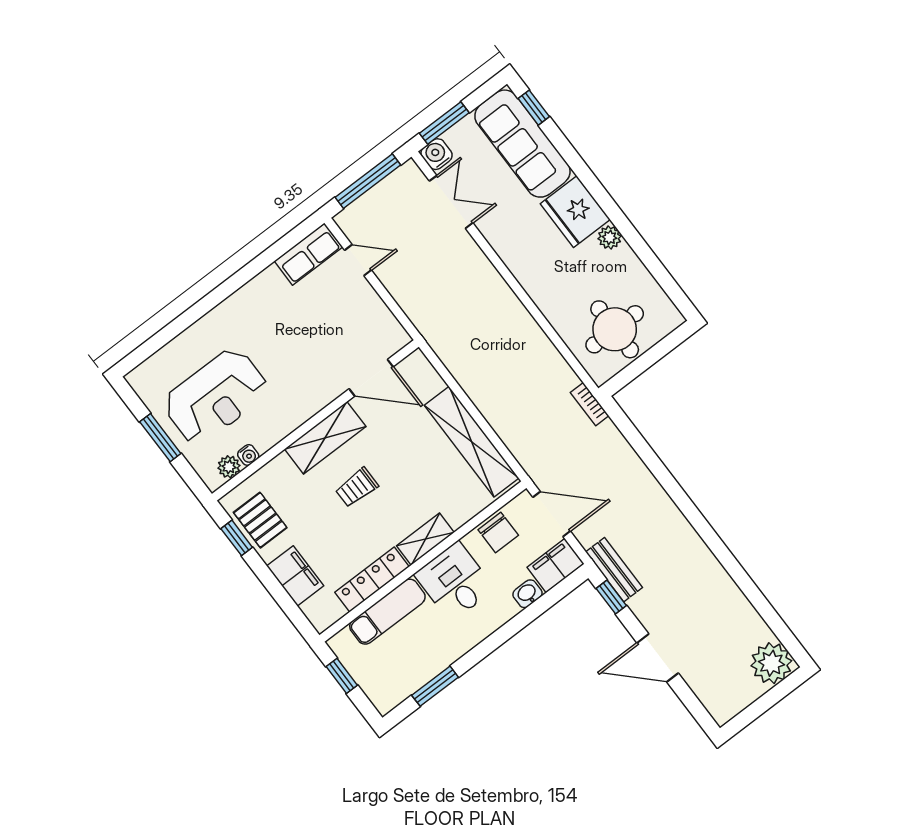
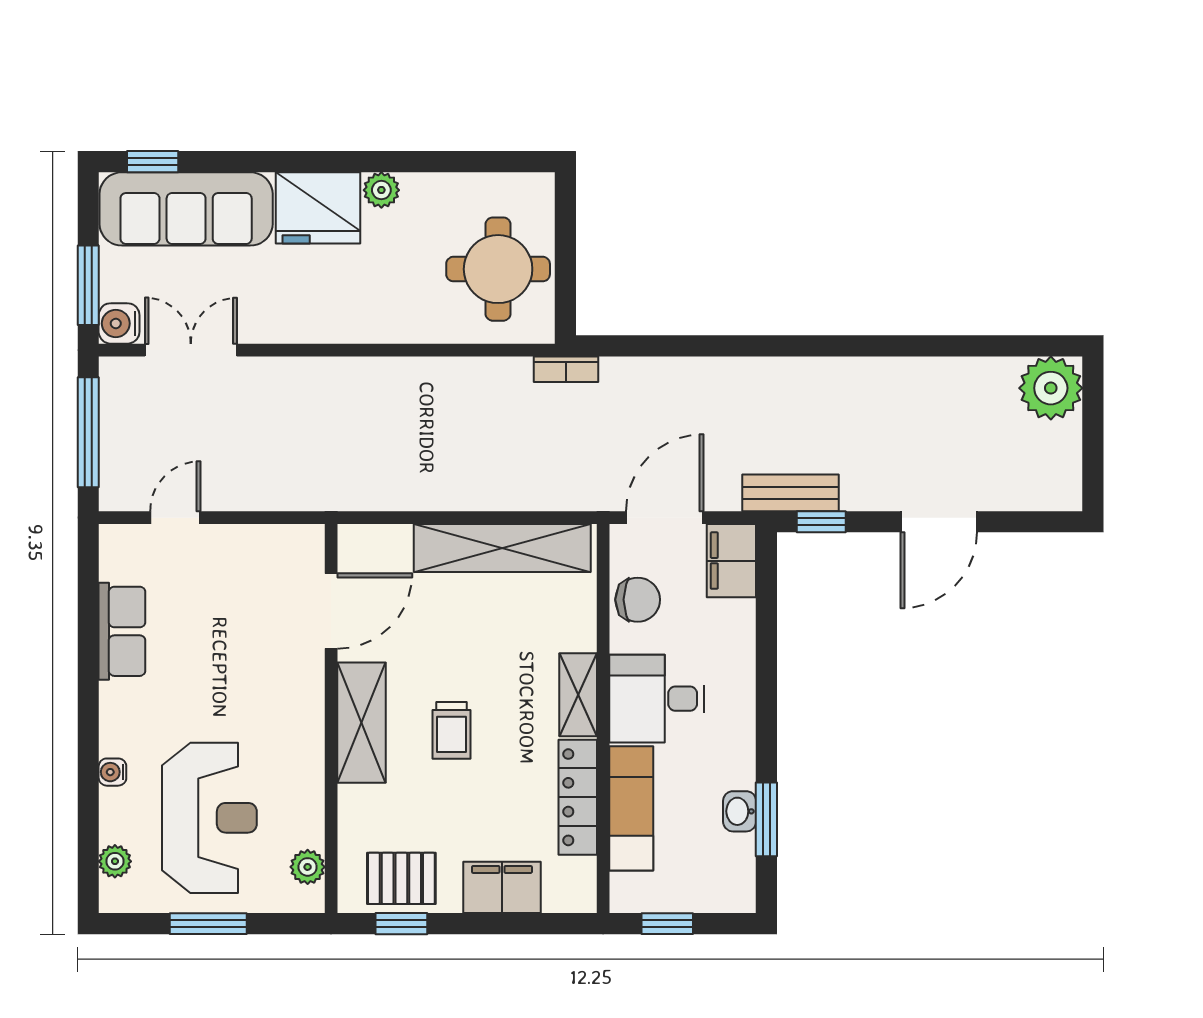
row of seats: (308, 254) -> (122, 631), moved
plant: (156, 365) -> (115, 861), added
water cooler: (248, 455) -> (112, 772), moved, turned 180
washbasin: (527, 594) -> (740, 811), moved

